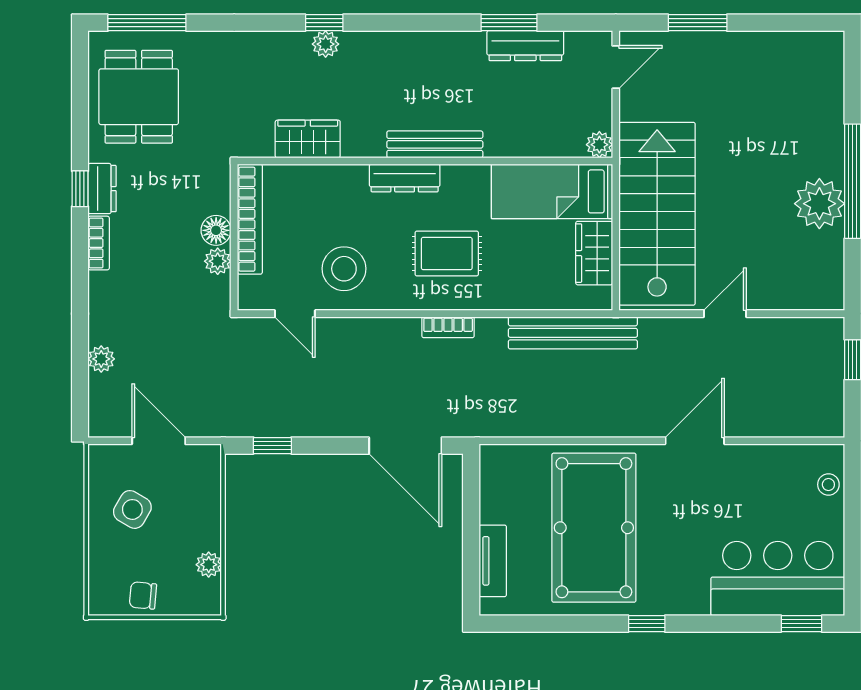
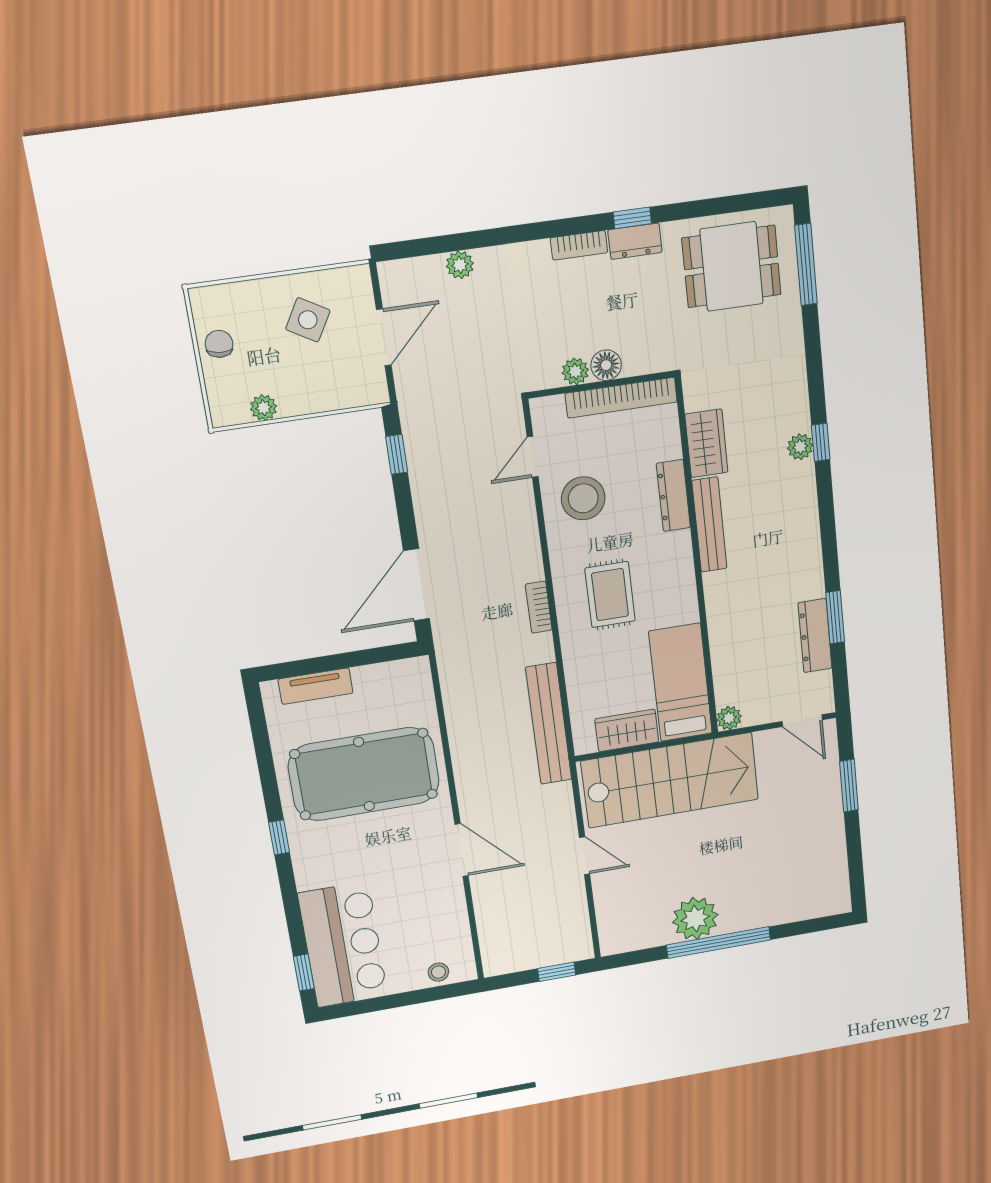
bench: (435, 144) -> (709, 525), moved
dresser: (405, 178) -> (673, 495), moved

